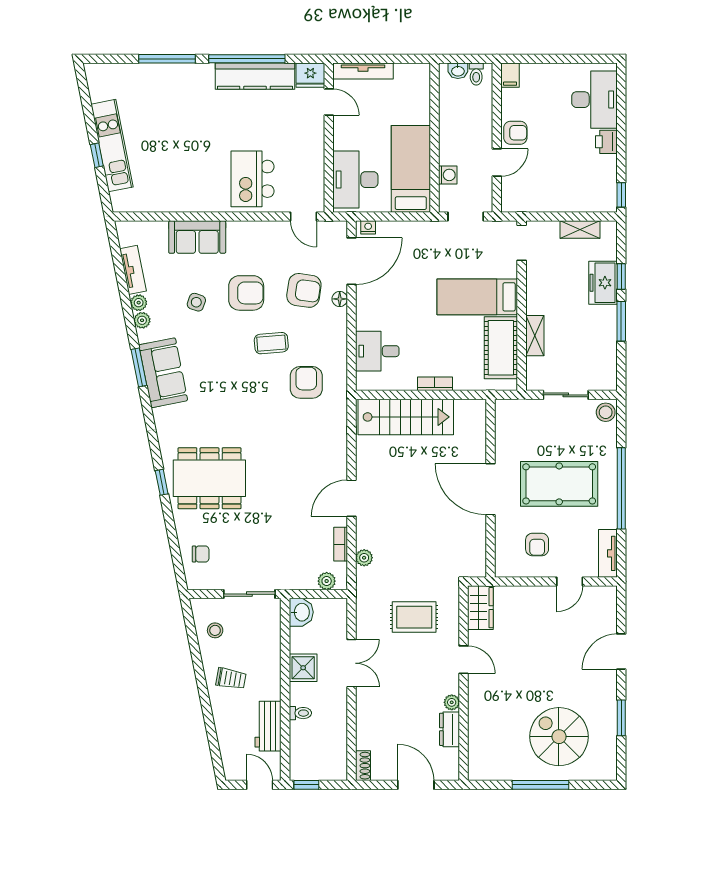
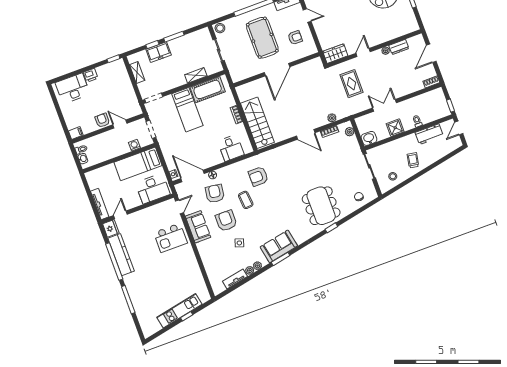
sofa: (197, 237) -> (198, 227), moved

